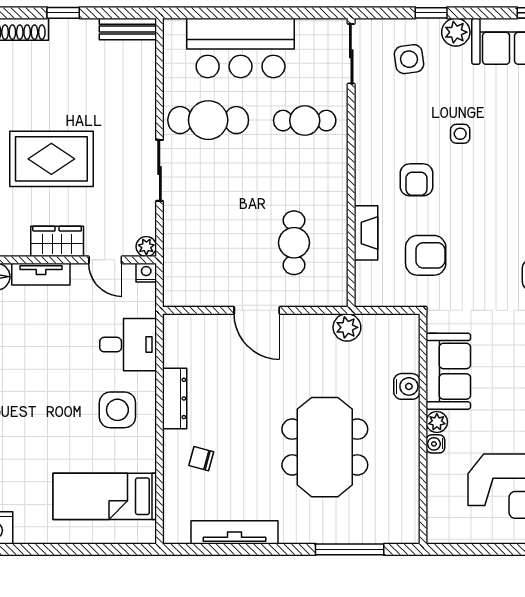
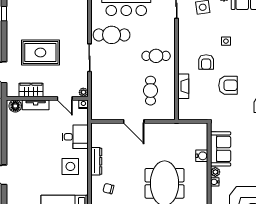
cafe table: (305, 121) -> (156, 56), moved
wardrobe: (57, 241) -> (31, 90), moved
armchair: (426, 255) -> (228, 85), moved
plant: (347, 327) -> (175, 129), removed

